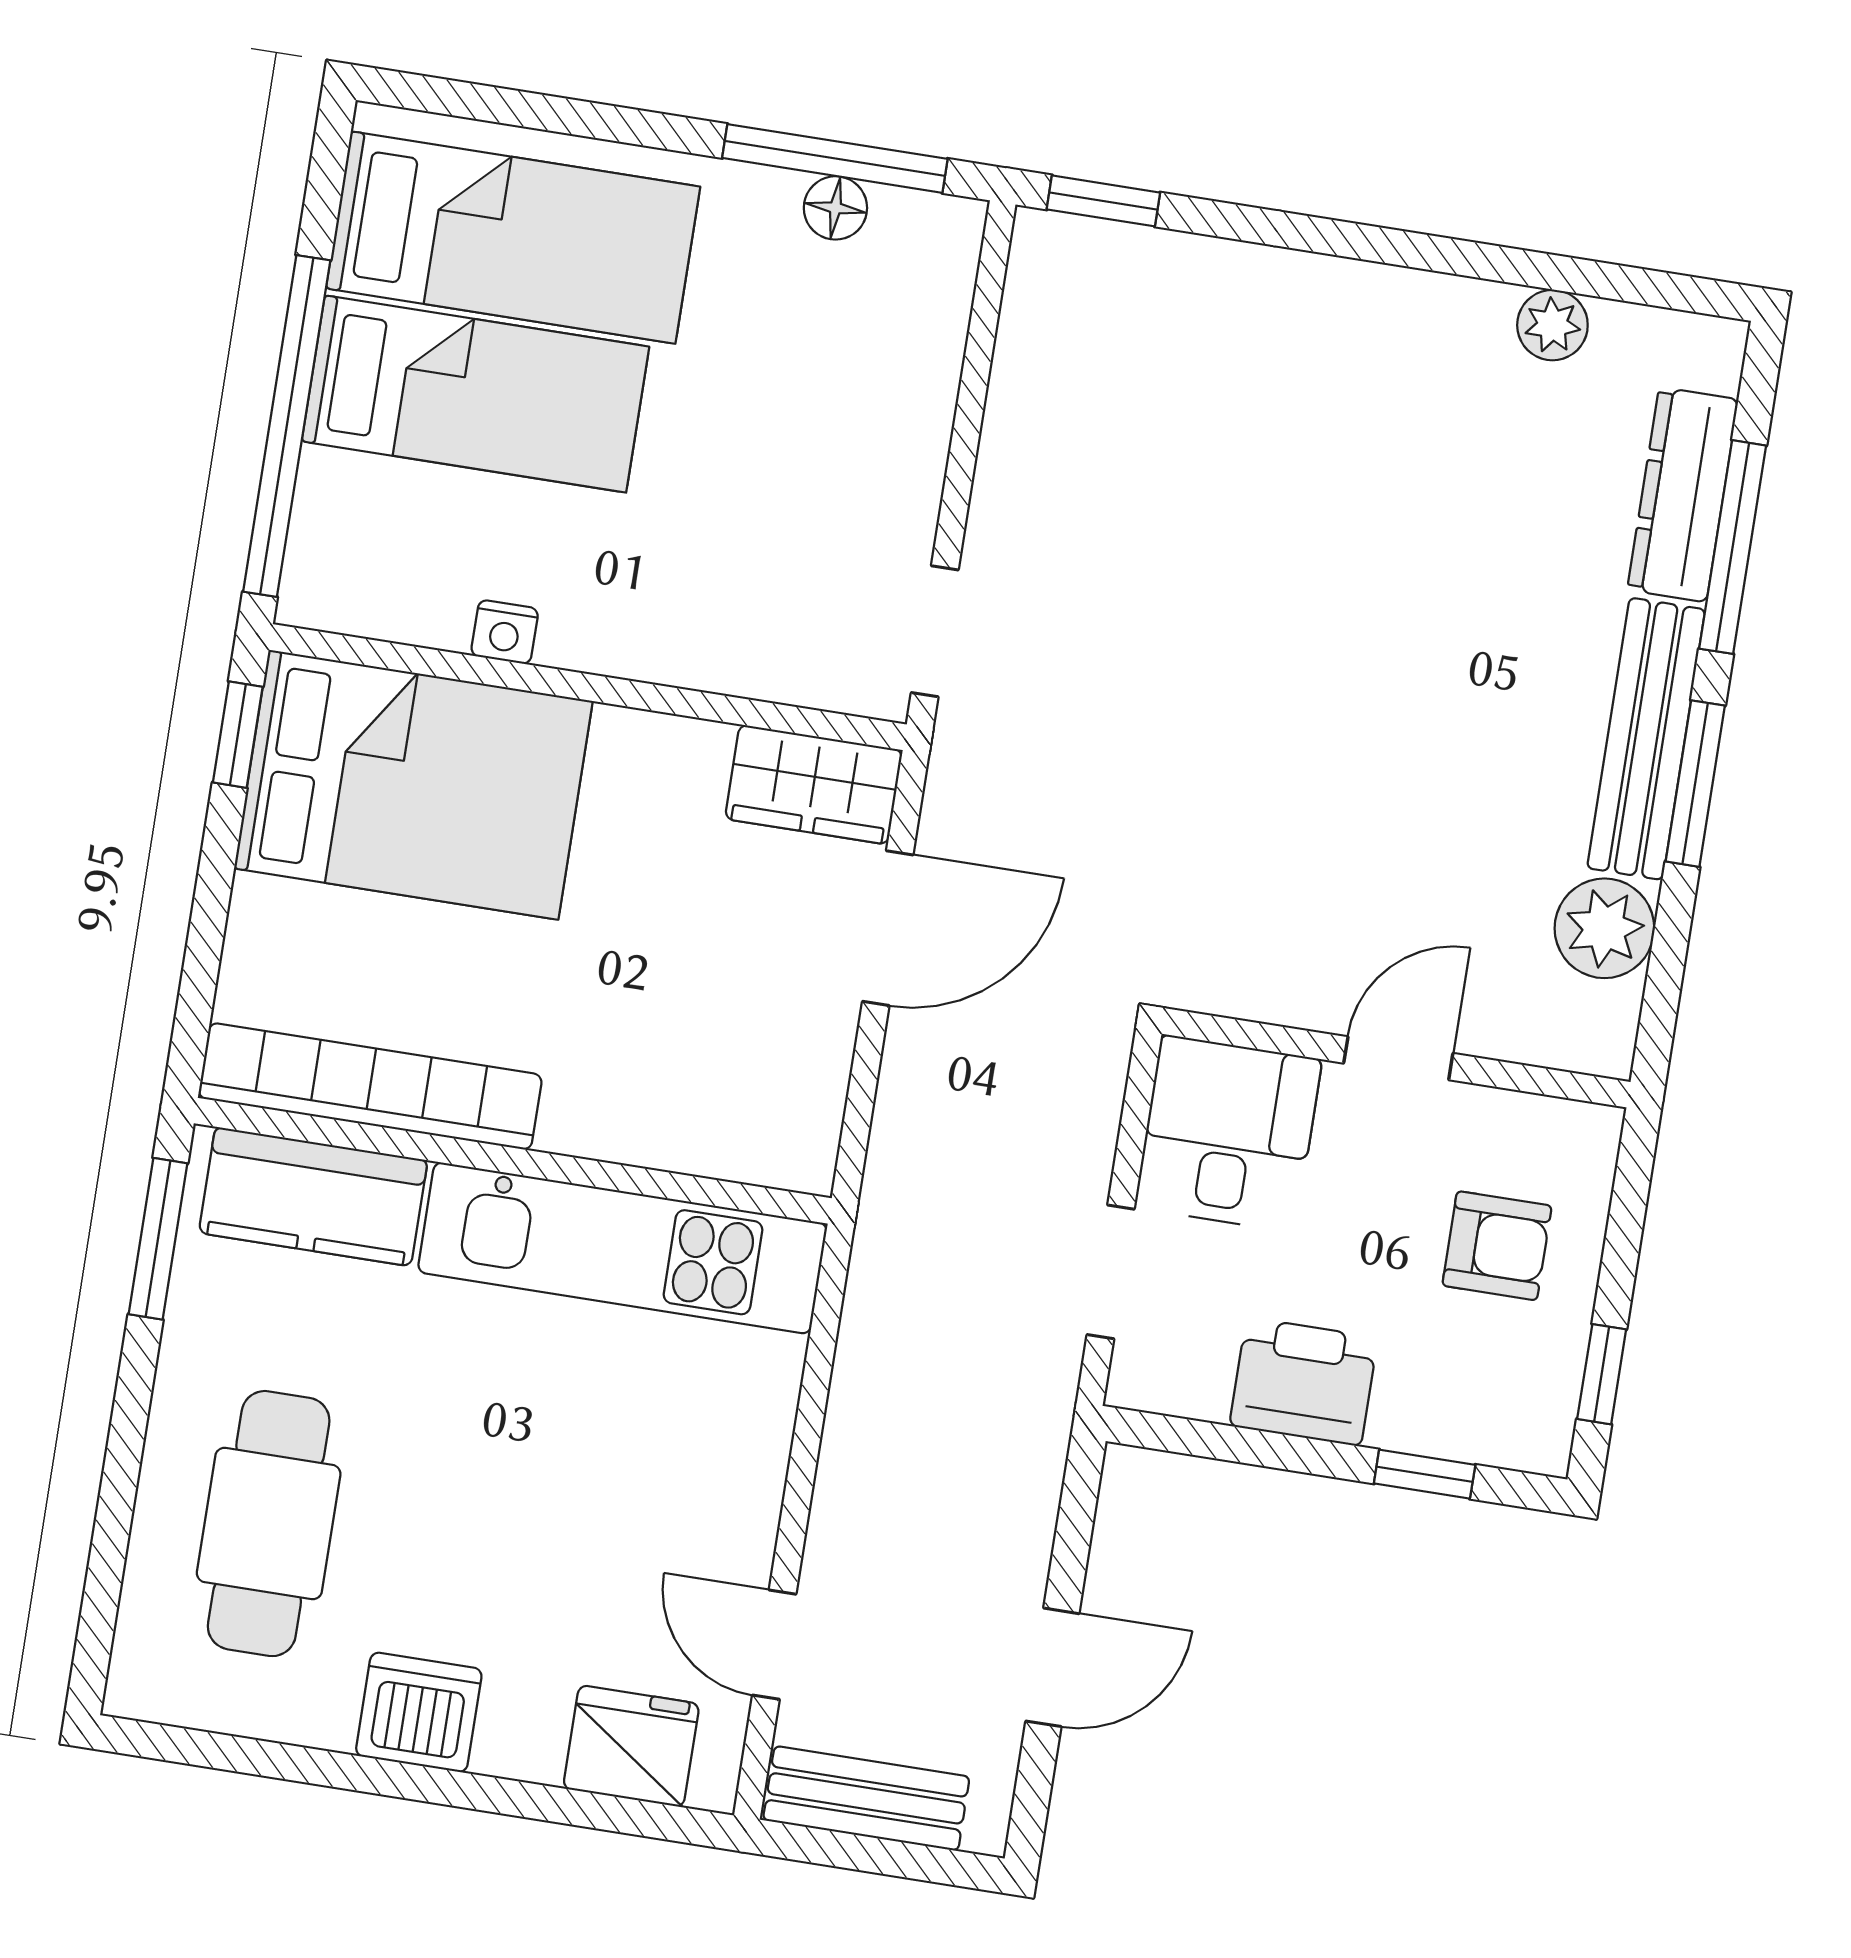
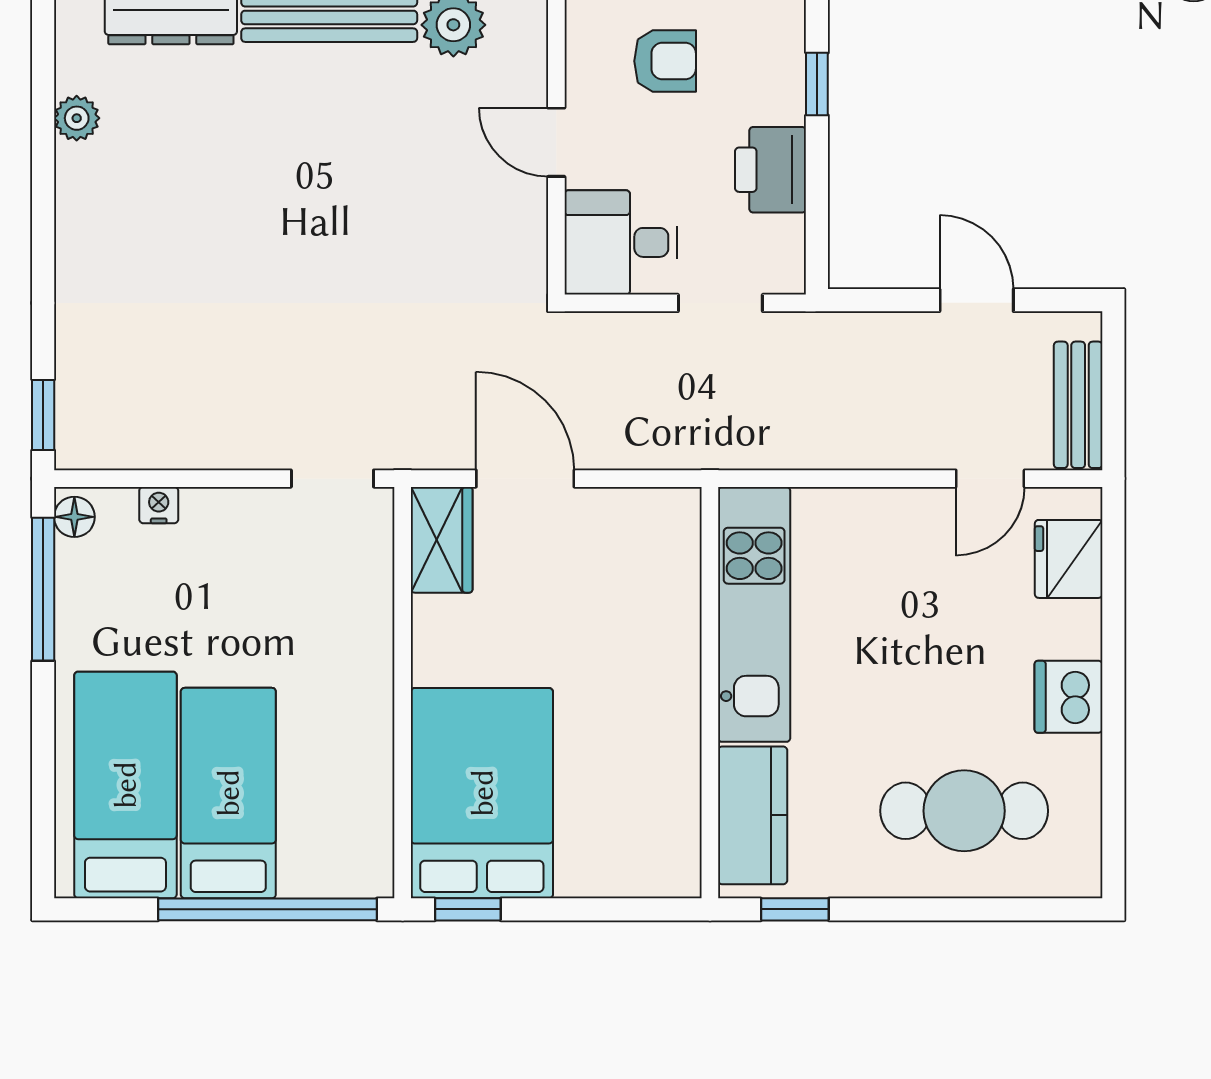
floor lamp: (835, 208) -> (74, 517), moved
nightstand: (505, 632) -> (159, 505), moved, turned -90
bookcase: (370, 1086) -> (677, 790), removed
window: (158, 1239) -> (795, 909), width x0.67
armchair: (1497, 1246) -> (665, 61), turned 90

